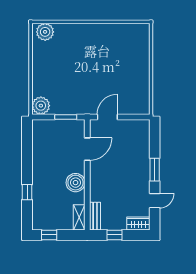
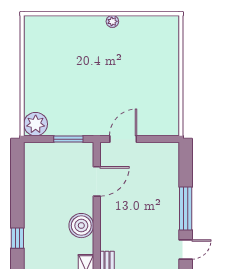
plant: (45, 32) -> (112, 21), moved, width x0.53, depth x0.53
window: (155, 170) -> (186, 208), width x1.44

